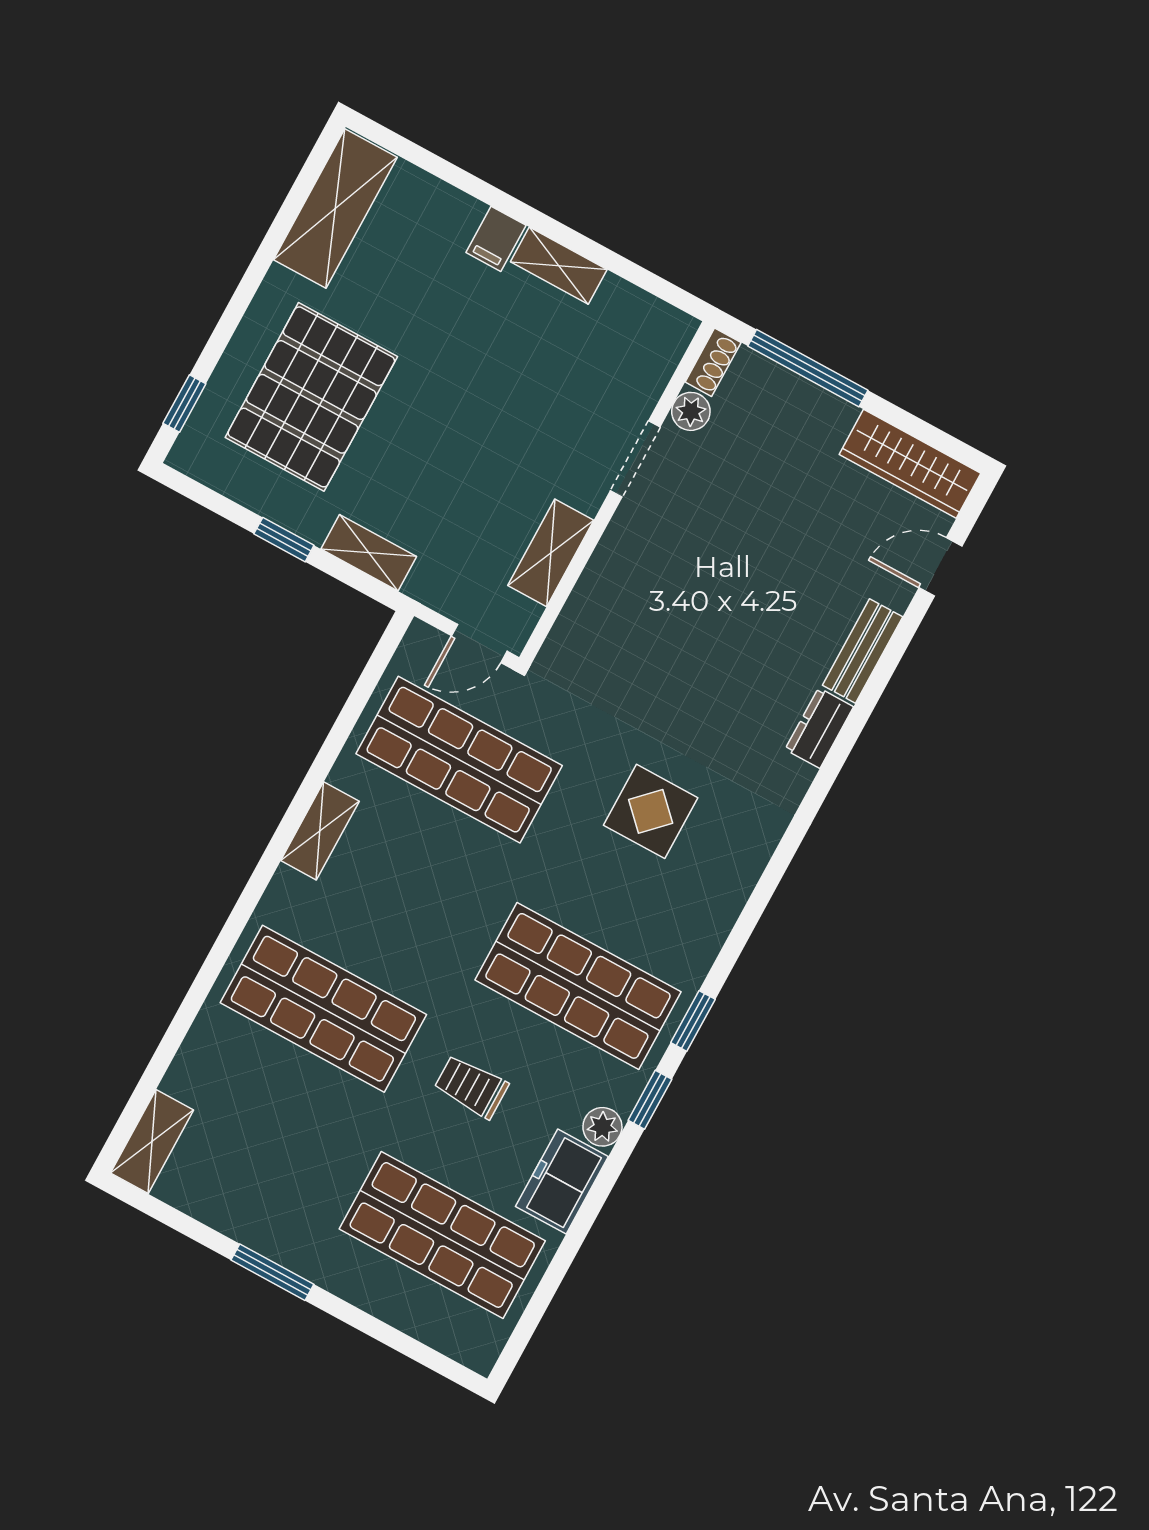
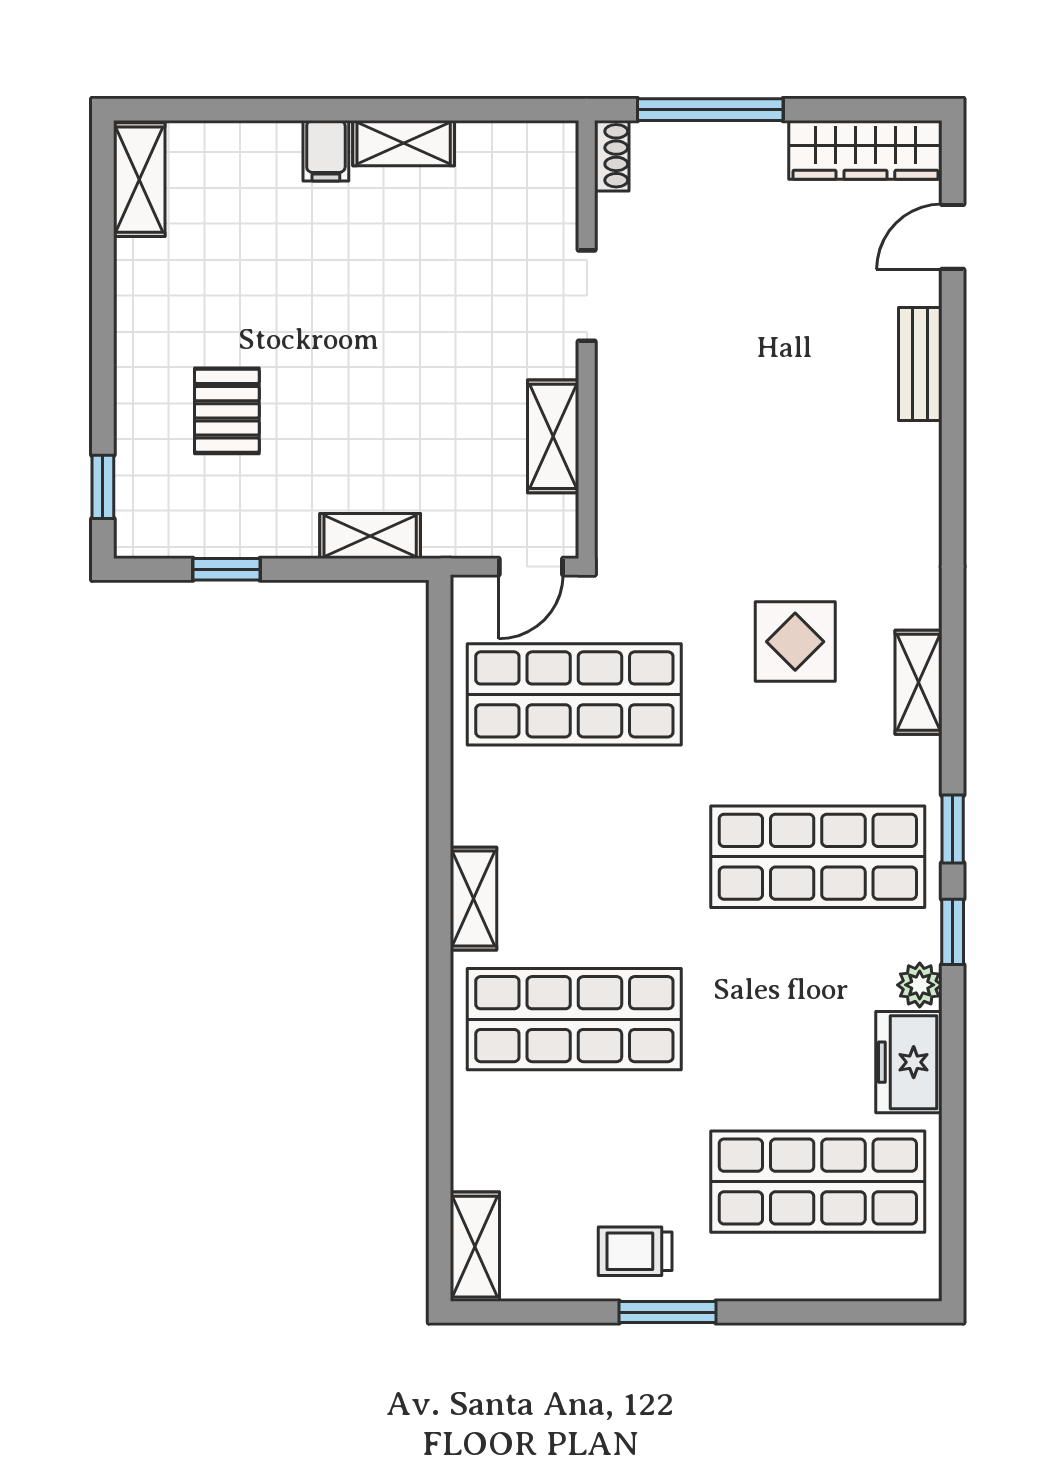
shelving: (335, 209) -> (139, 180), width x0.67, depth x0.75
pallet: (311, 397) -> (227, 411), width x0.49, depth x0.50
plant: (691, 411) -> (616, 217), removed
window: (284, 540) -> (227, 569), moved
dresser: (819, 728) -> (919, 465), removed
shelving: (320, 831) -> (473, 899), moved
shelving: (728, 894) -> (918, 682), added
trolley: (471, 1087) -> (635, 1251), moved

